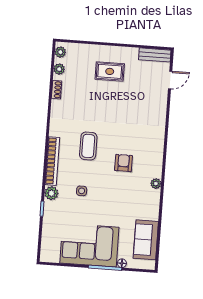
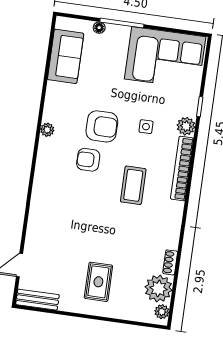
plant: (59, 69) -> (159, 288), width x1.88, depth x1.88
rug: (110, 71) -> (98, 282), turned 90
armchair: (123, 163) -> (88, 160), turned 90
armchair: (115, 189) -> (102, 126), added
corner sofa: (89, 245) -> (165, 58), moved

